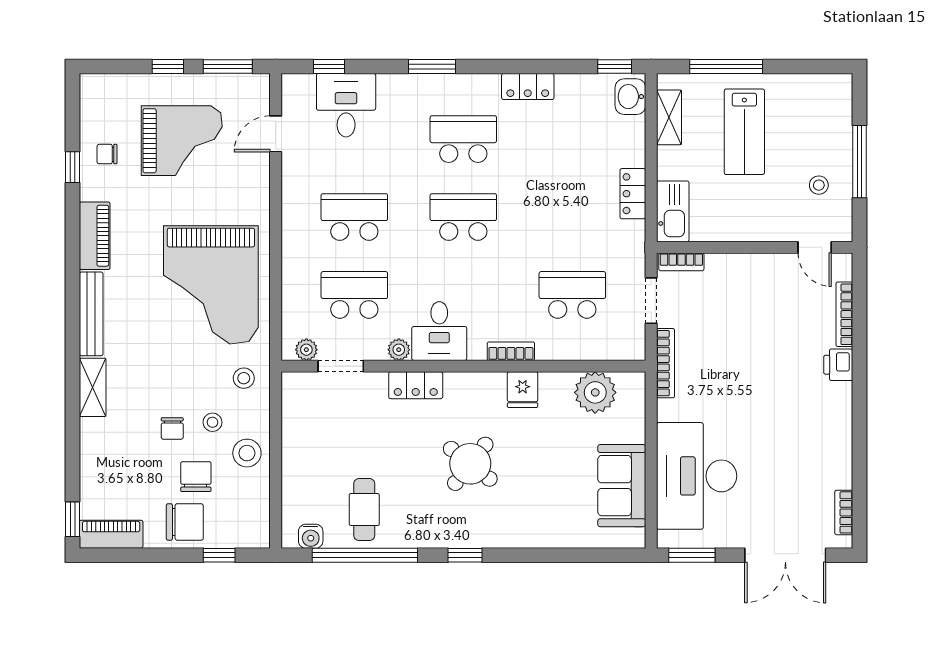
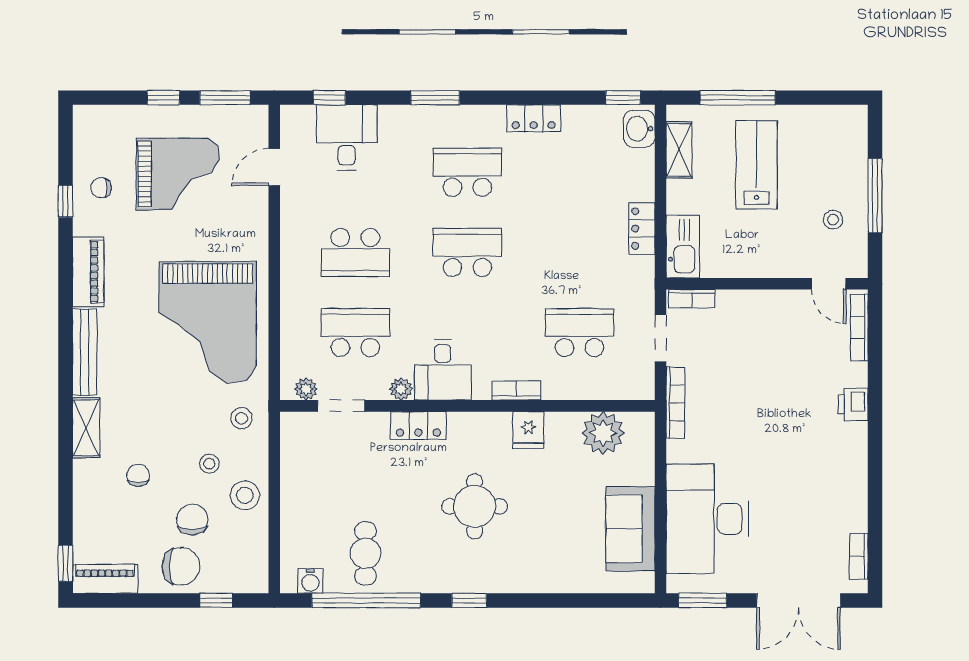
lab bench: (744, 132) -> (756, 165), turned 180
school desk: (354, 217) -> (355, 252), turned 180
bookcase: (844, 314) -> (859, 328), moved
chair: (172, 428) -> (138, 475), moved, turned 180
round table: (470, 464) -> (475, 506), turned -38

